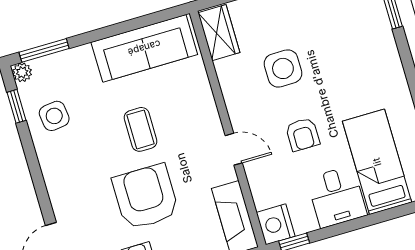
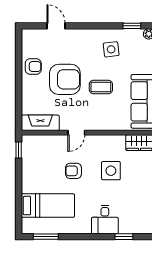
side table: (54, 116) -> (111, 49), moved
desk: (337, 197) -> (105, 220), moved, turned -90
nightstand: (276, 224) -> (31, 143), removed

